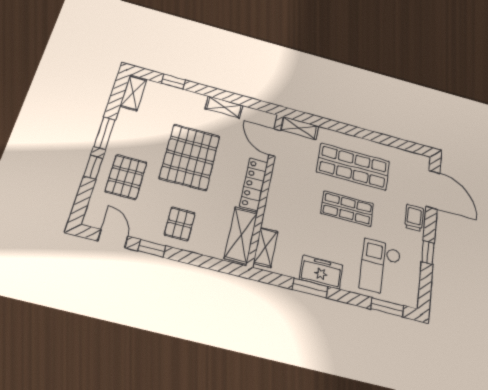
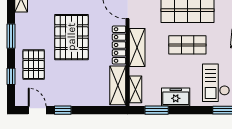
window: (93, 167) -> (11, 76), moved
shelving: (278, 194) -> (137, 47), added
pallet: (180, 224) -> (76, 88), removed
window: (310, 288) -> (157, 110), moved

